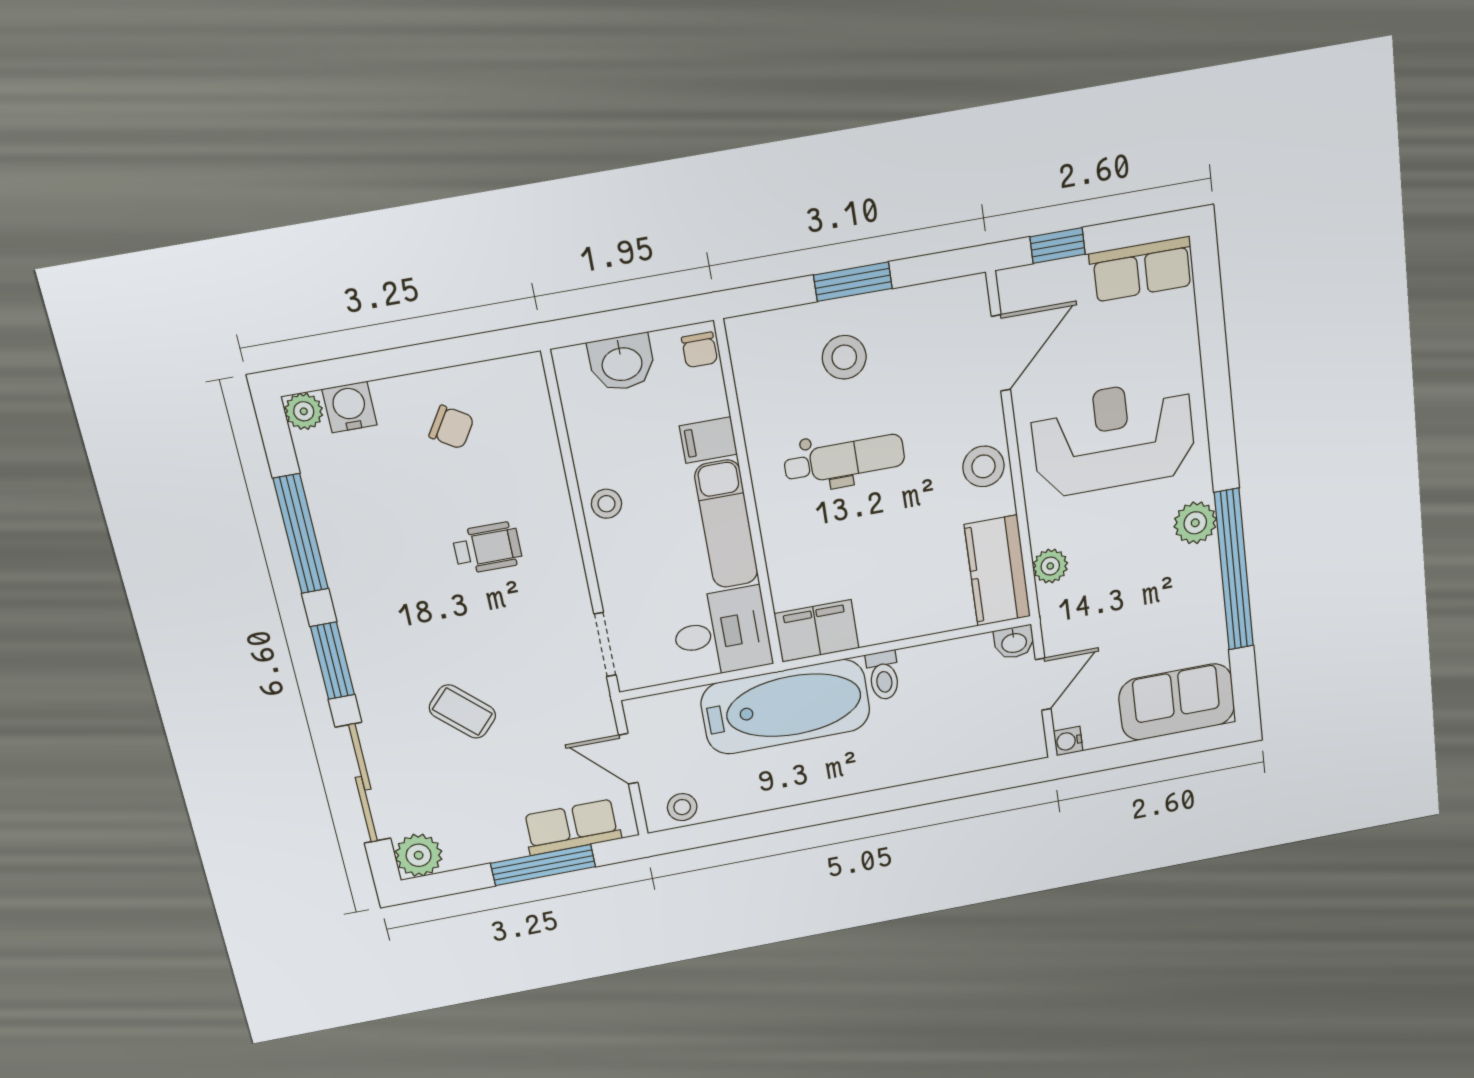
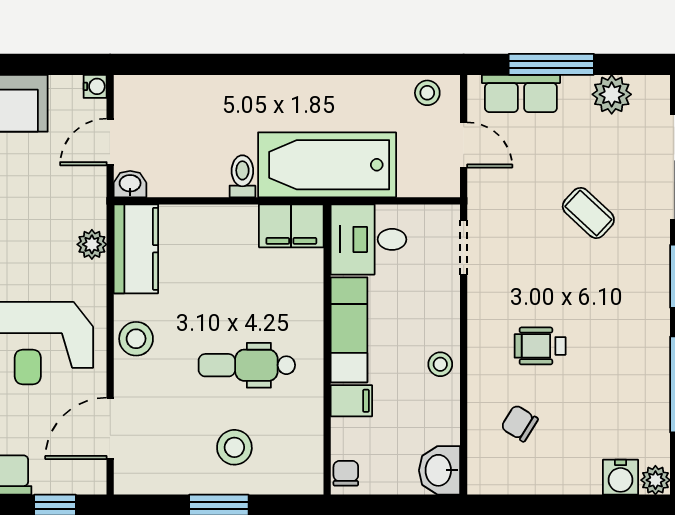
washbasin: (622, 363) -> (440, 470), moved, turned -90
chair: (451, 427) -> (519, 423), moved
plant: (419, 855) -> (612, 94), moved

